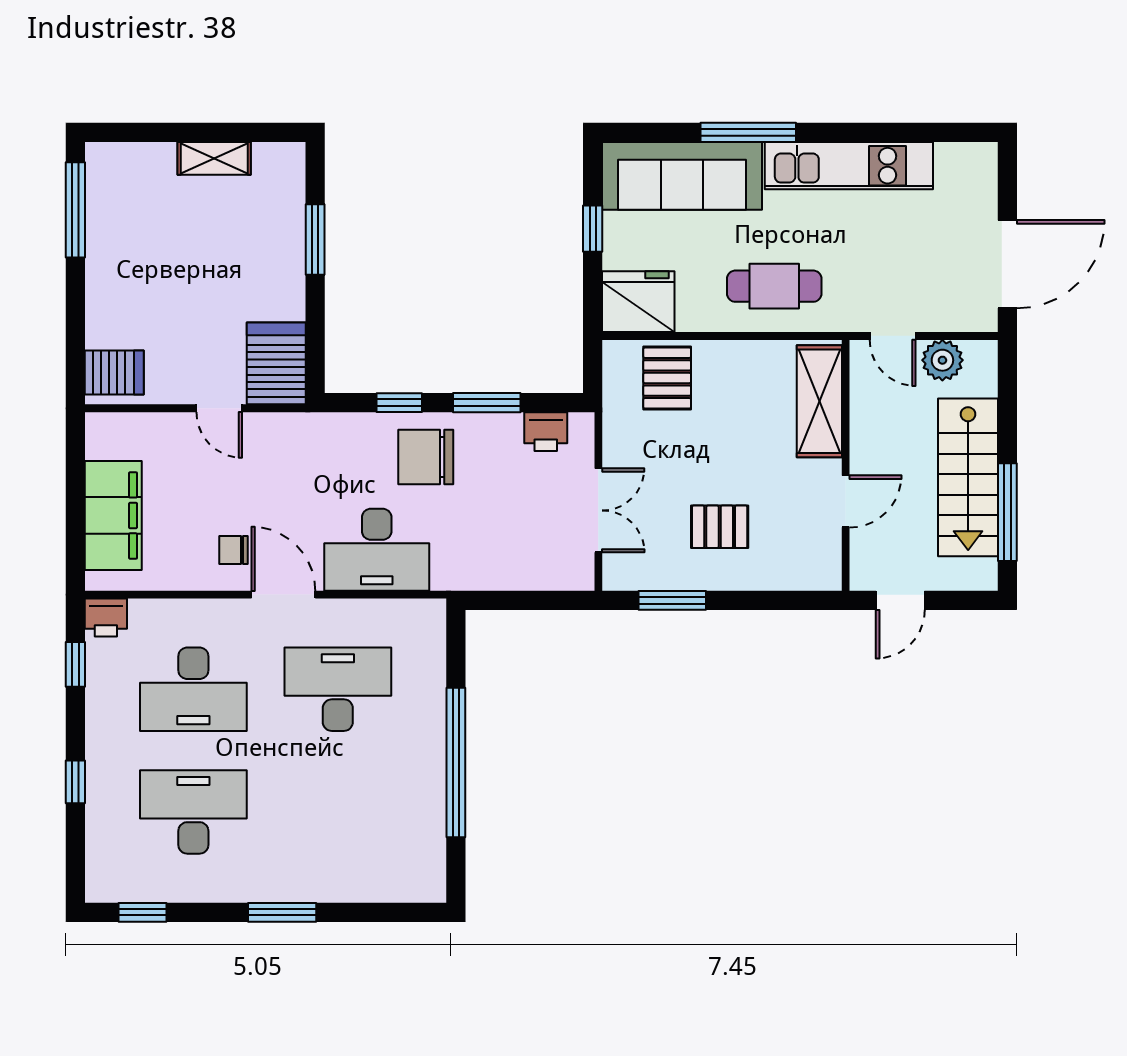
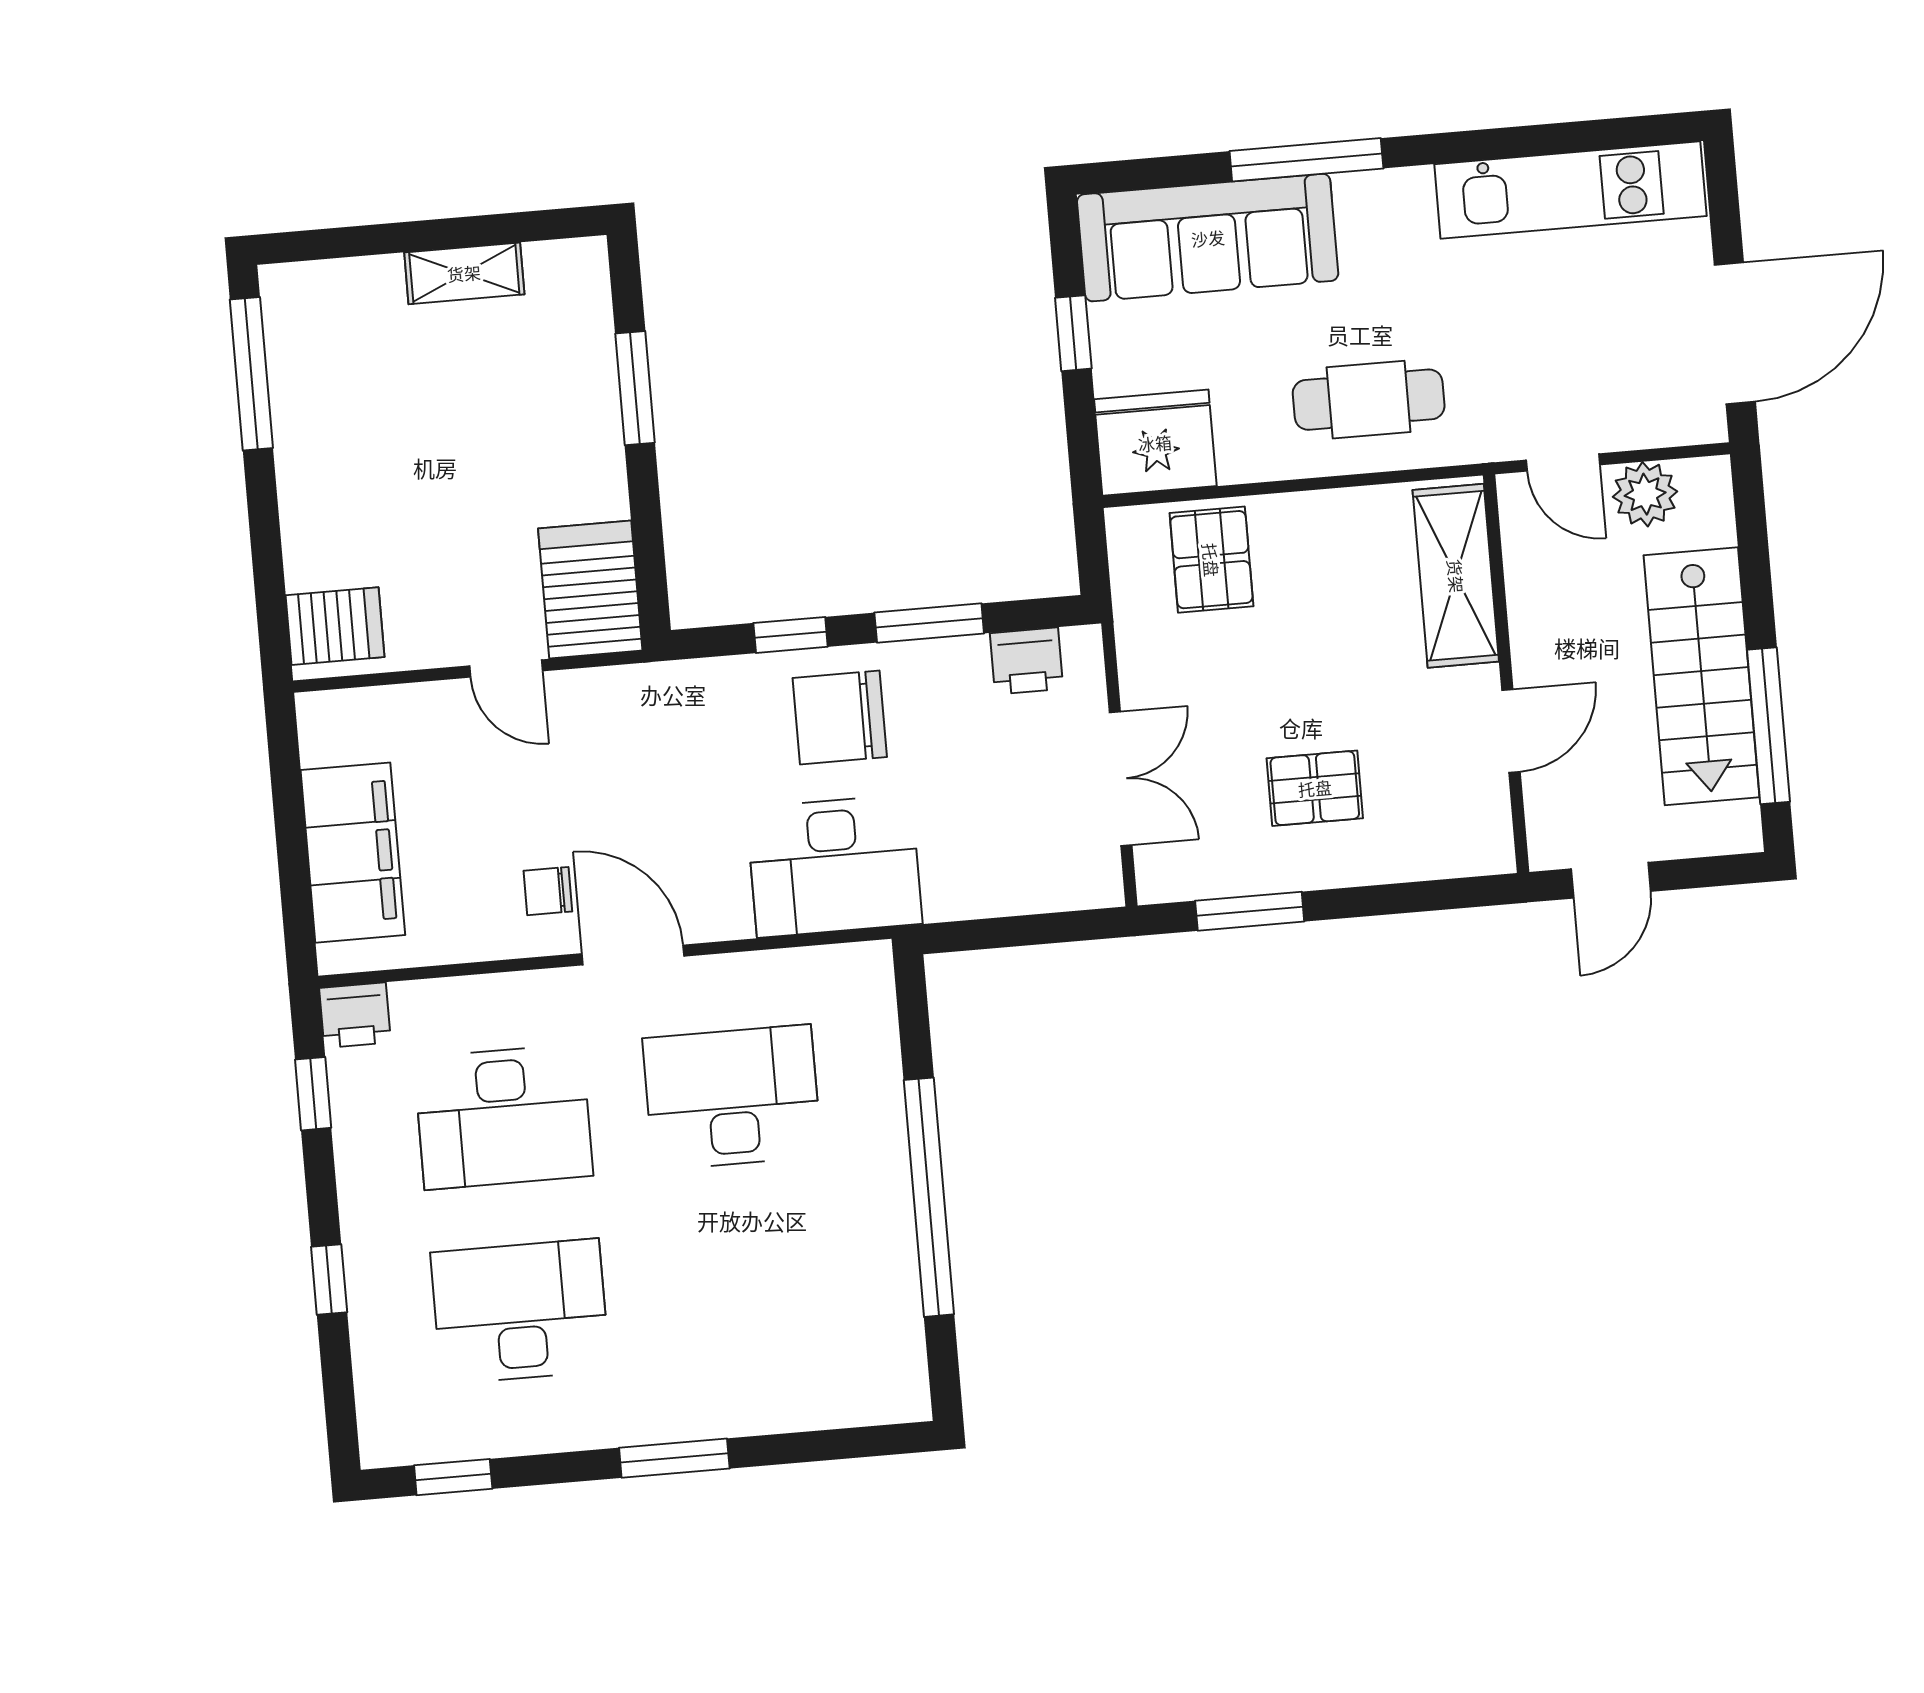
kitchen unit: (849, 166) -> (1570, 190), moved
desk: (377, 550) -> (834, 866), moved

